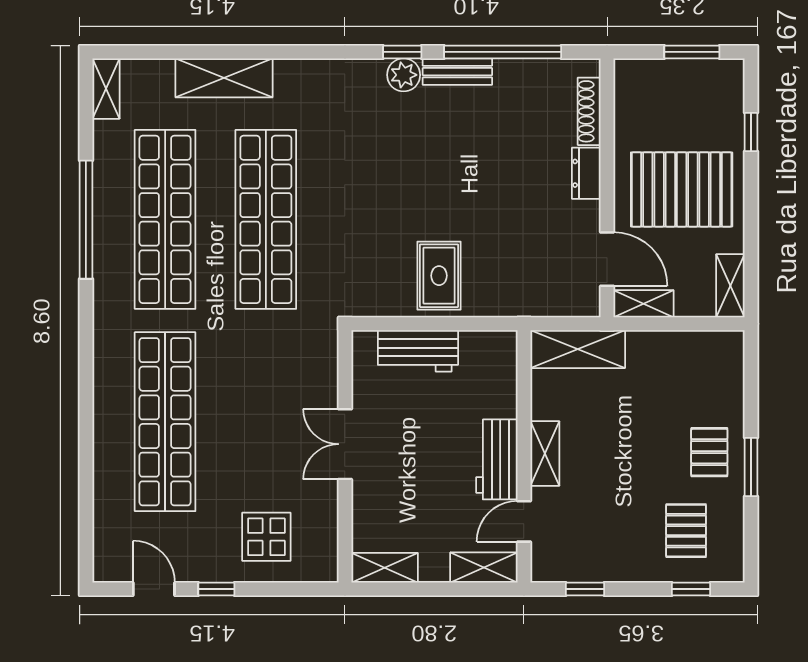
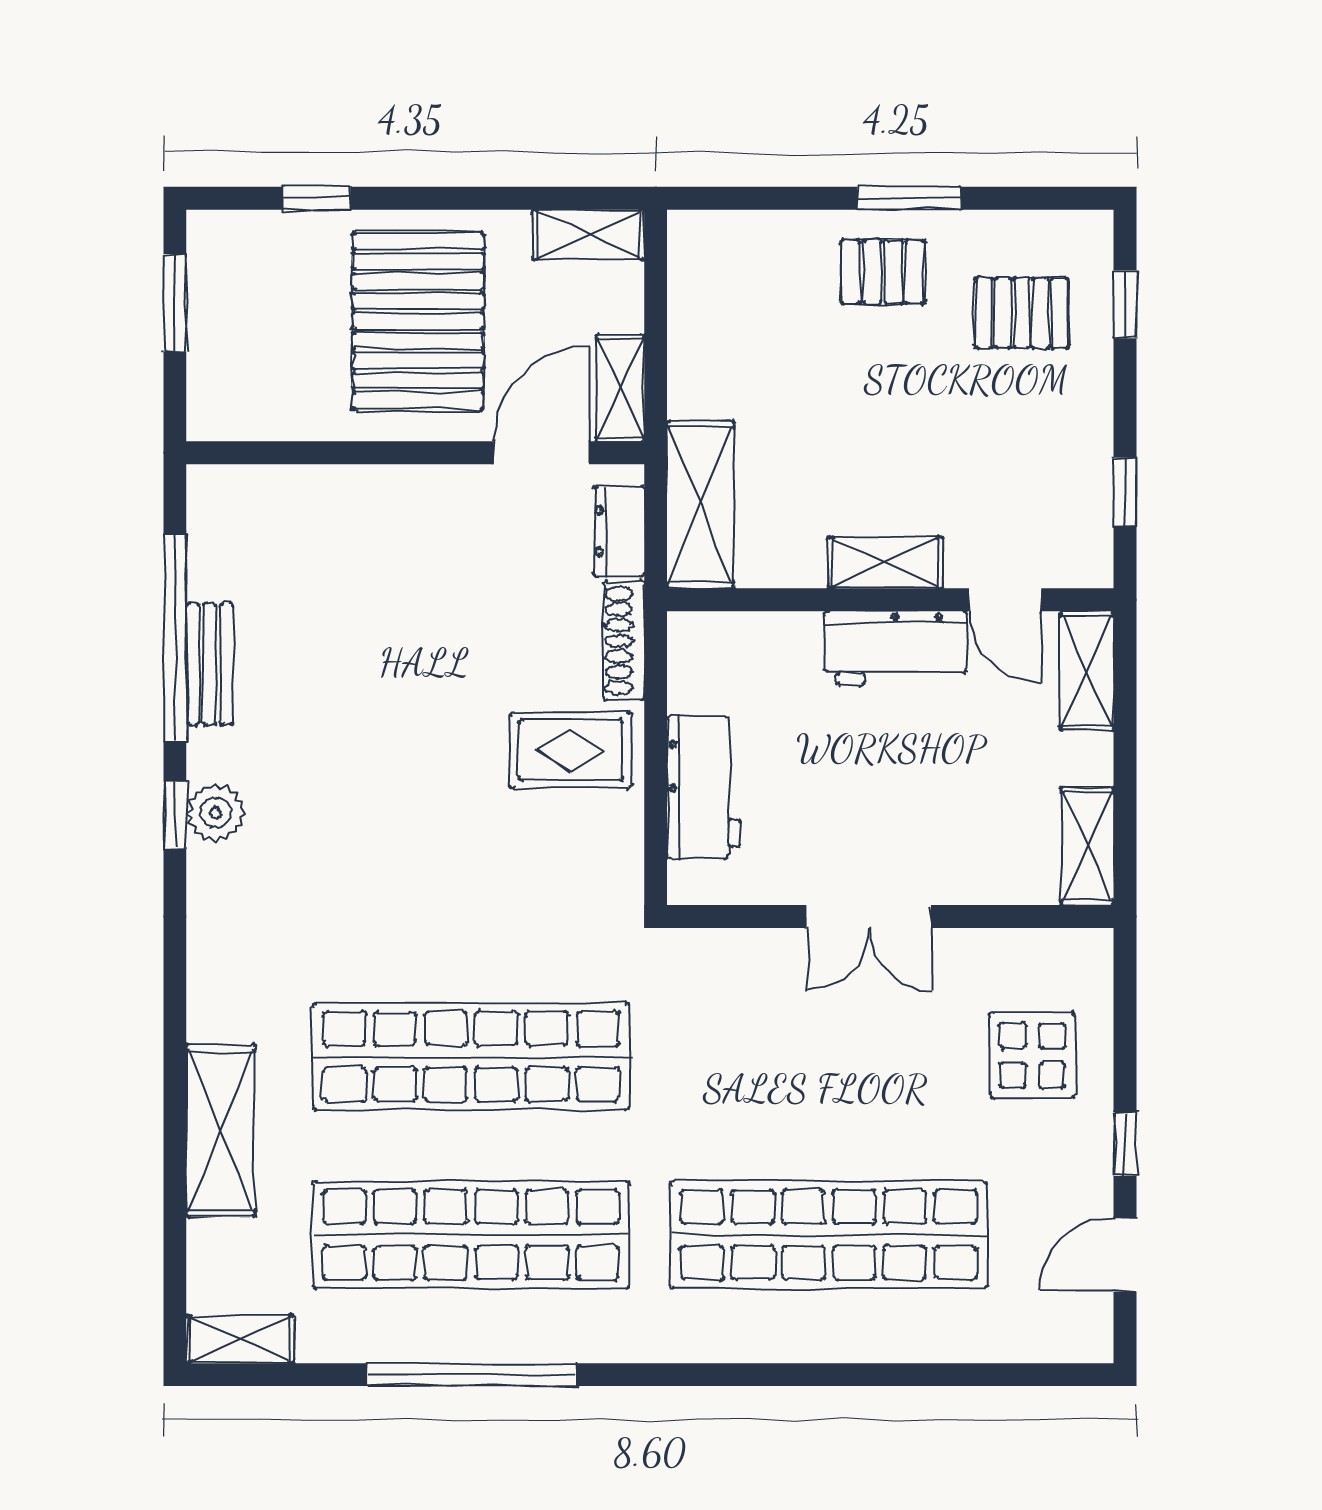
bench: (457, 72) -> (210, 664), moved
shoe rack: (589, 111) -> (624, 641), moved, turned 90
dresser: (586, 173) -> (619, 531), moved, turned 90

